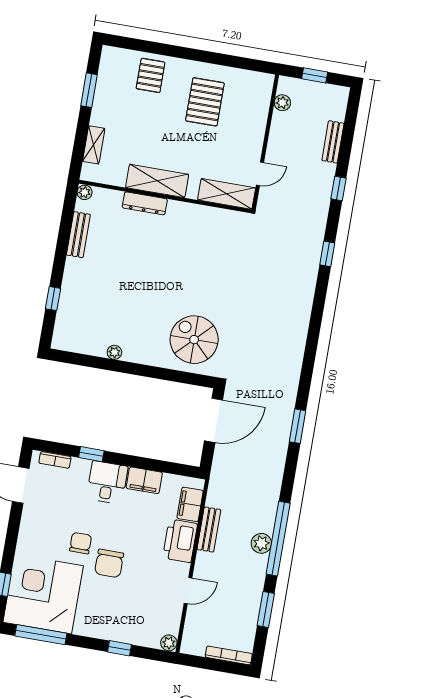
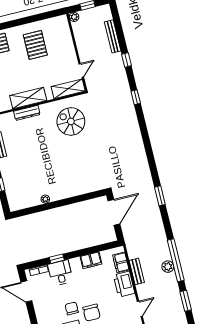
plant: (282, 103) -> (74, 17), moved
bench: (333, 142) -> (113, 36), width x1.36
spiral stairs: (194, 340) -> (71, 121), moved
desk: (107, 482) -> (60, 273), moved

